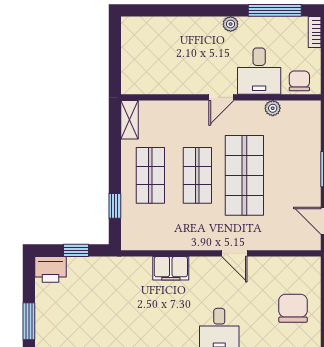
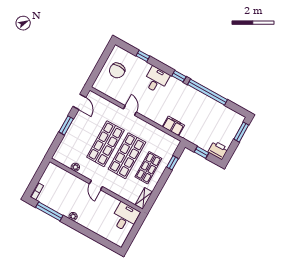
desk: (259, 71) -> (125, 217), moved
chair: (299, 81) -> (56, 173), removed
door: (221, 97) -> (96, 185), swing flipped
shop shelf: (197, 175) -> (127, 156), width x1.43, depth x1.36
filing cabinet: (171, 268) -> (173, 126), moved

